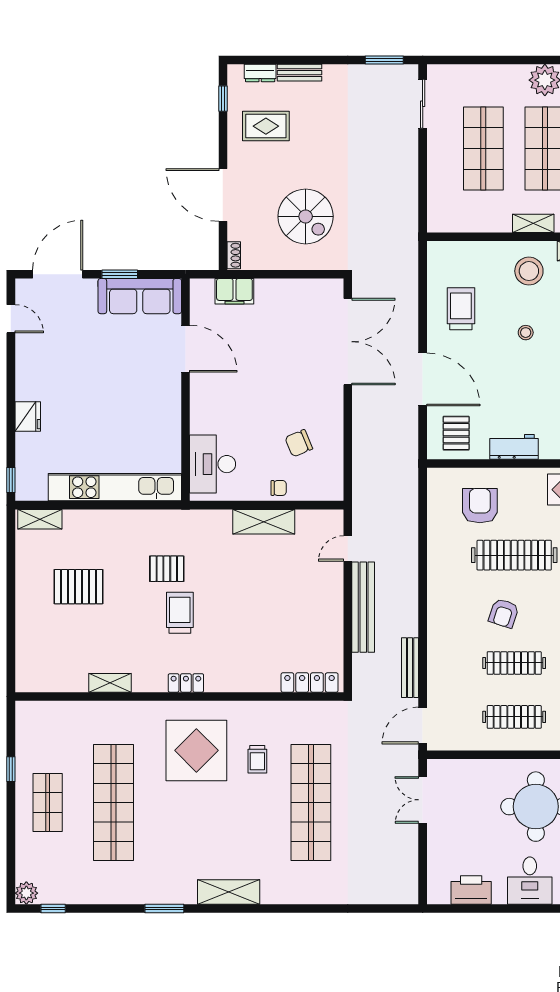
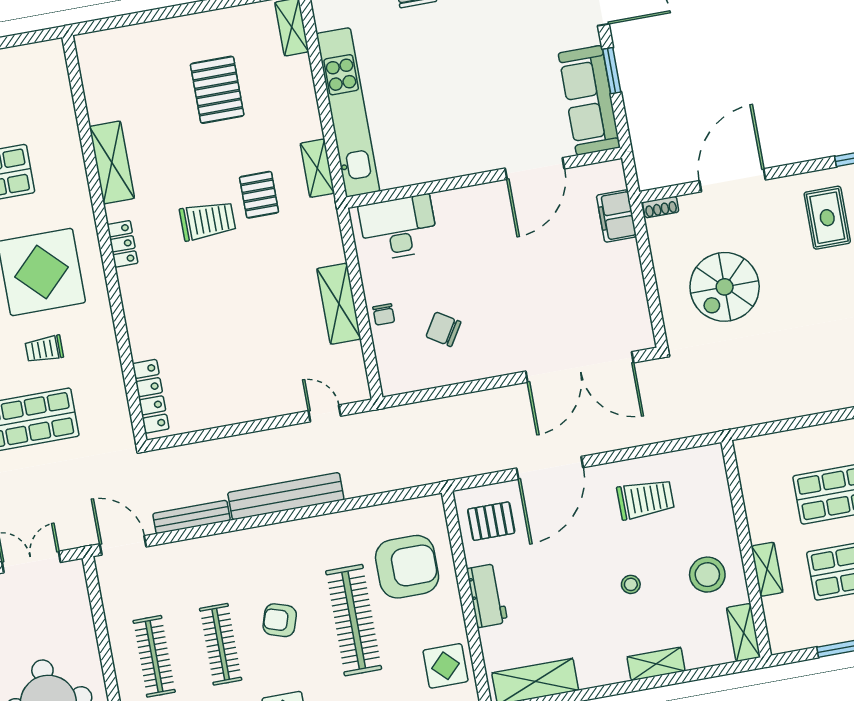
chair: (299, 443) -> (443, 329), turned -35
armchair: (480, 506) -> (407, 567), width x1.36, depth x1.36
shelving: (154, 519) -> (317, 168), added
bench: (363, 607) -> (286, 496), moved
shelving: (110, 683) -> (112, 162), width x1.50, depth x1.33

